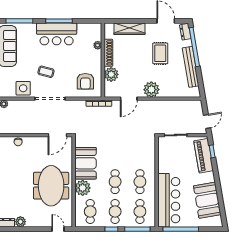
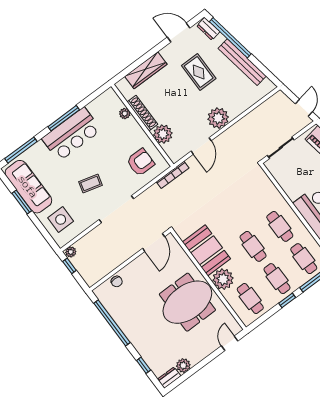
armchair: (85, 81) -> (141, 162), turned -90
side table: (23, 88) -> (61, 219), moved
meeting table: (51, 186) -> (187, 302), turned 90
door: (58, 229) -> (230, 343), hinge flipped

